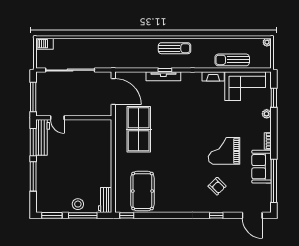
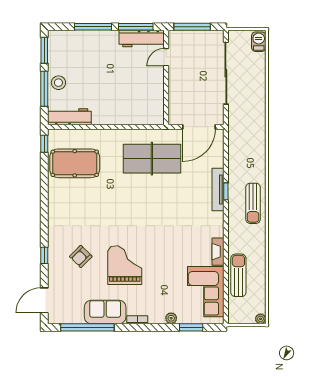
workbench: (105, 200) -> (69, 117), width x1.38

